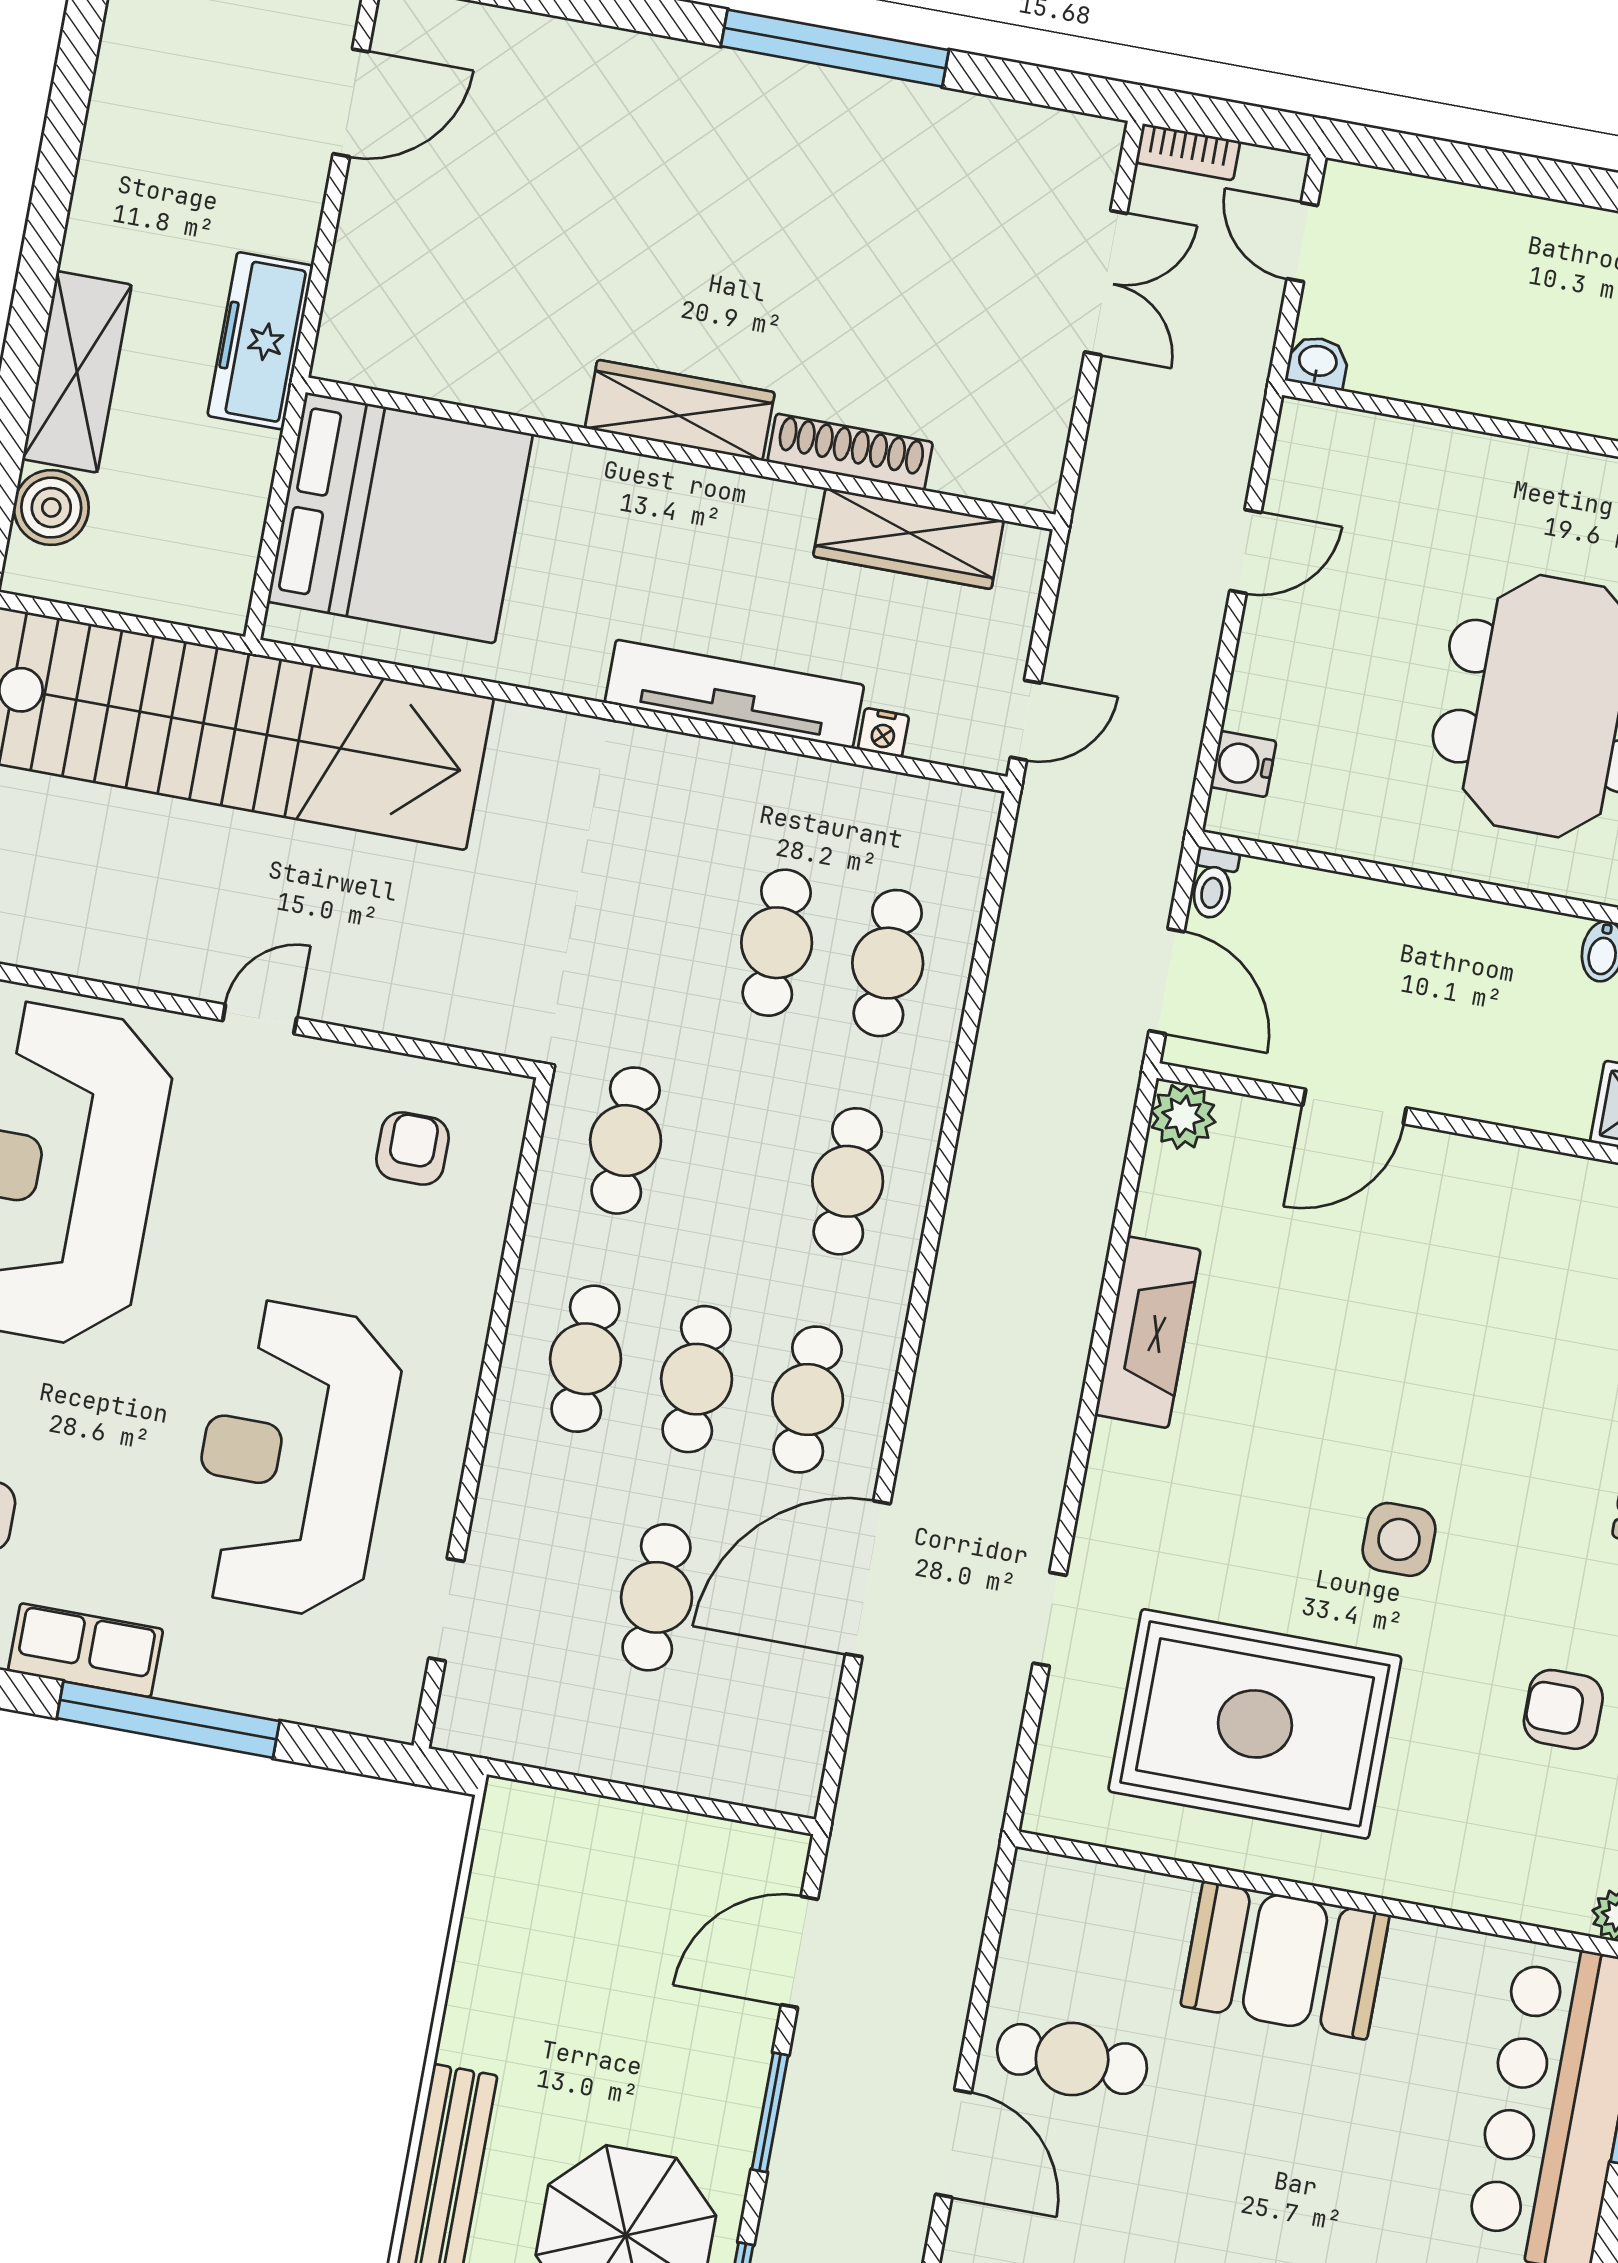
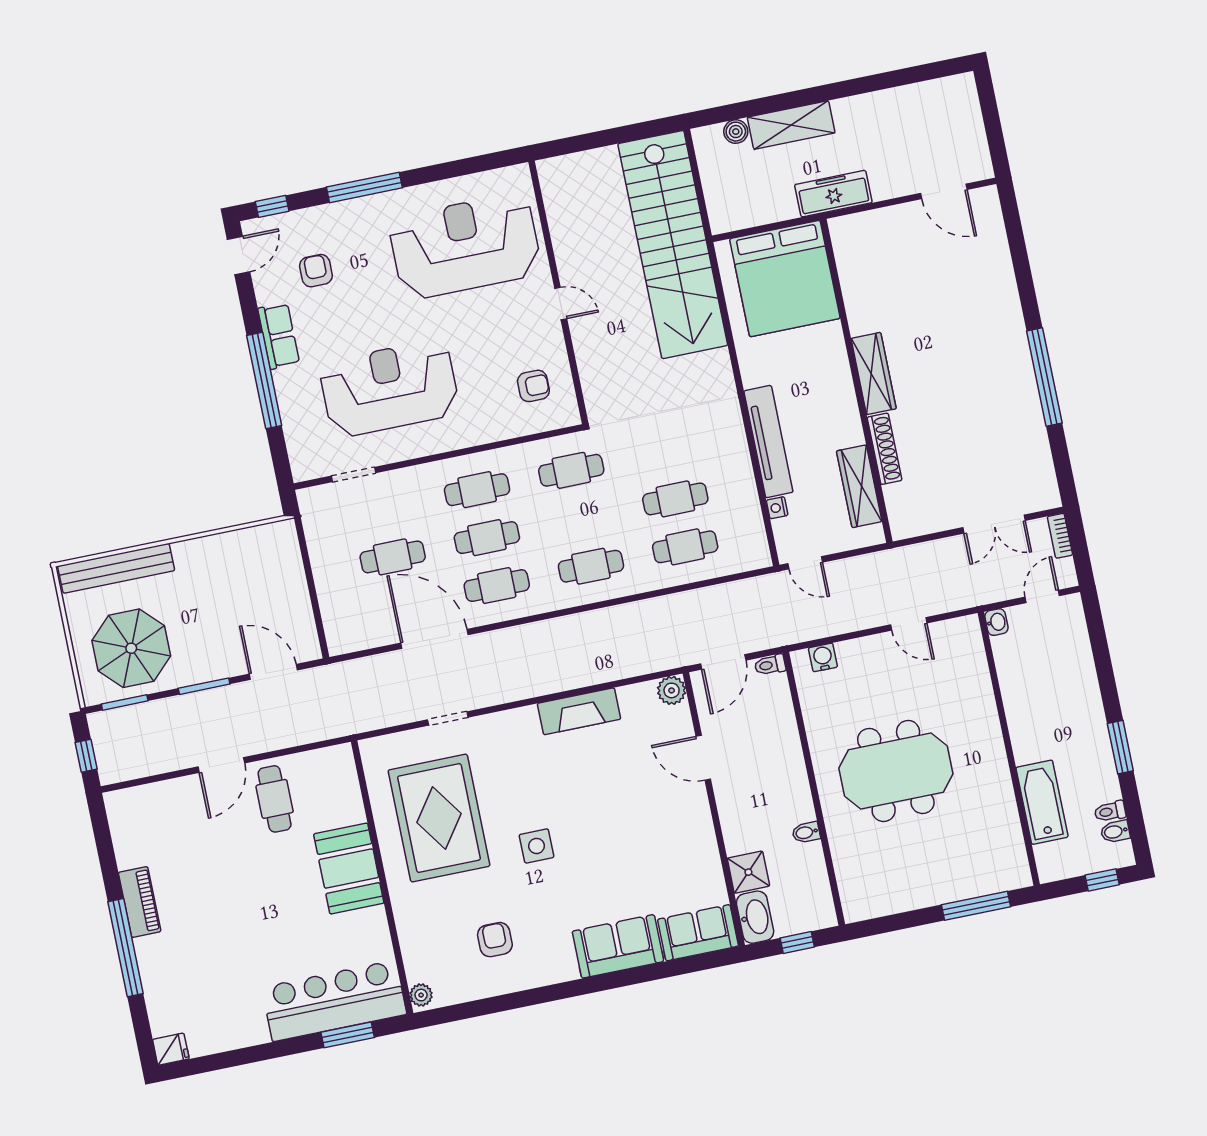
boiler: (51, 508) -> (736, 132), width x0.73, depth x0.73

